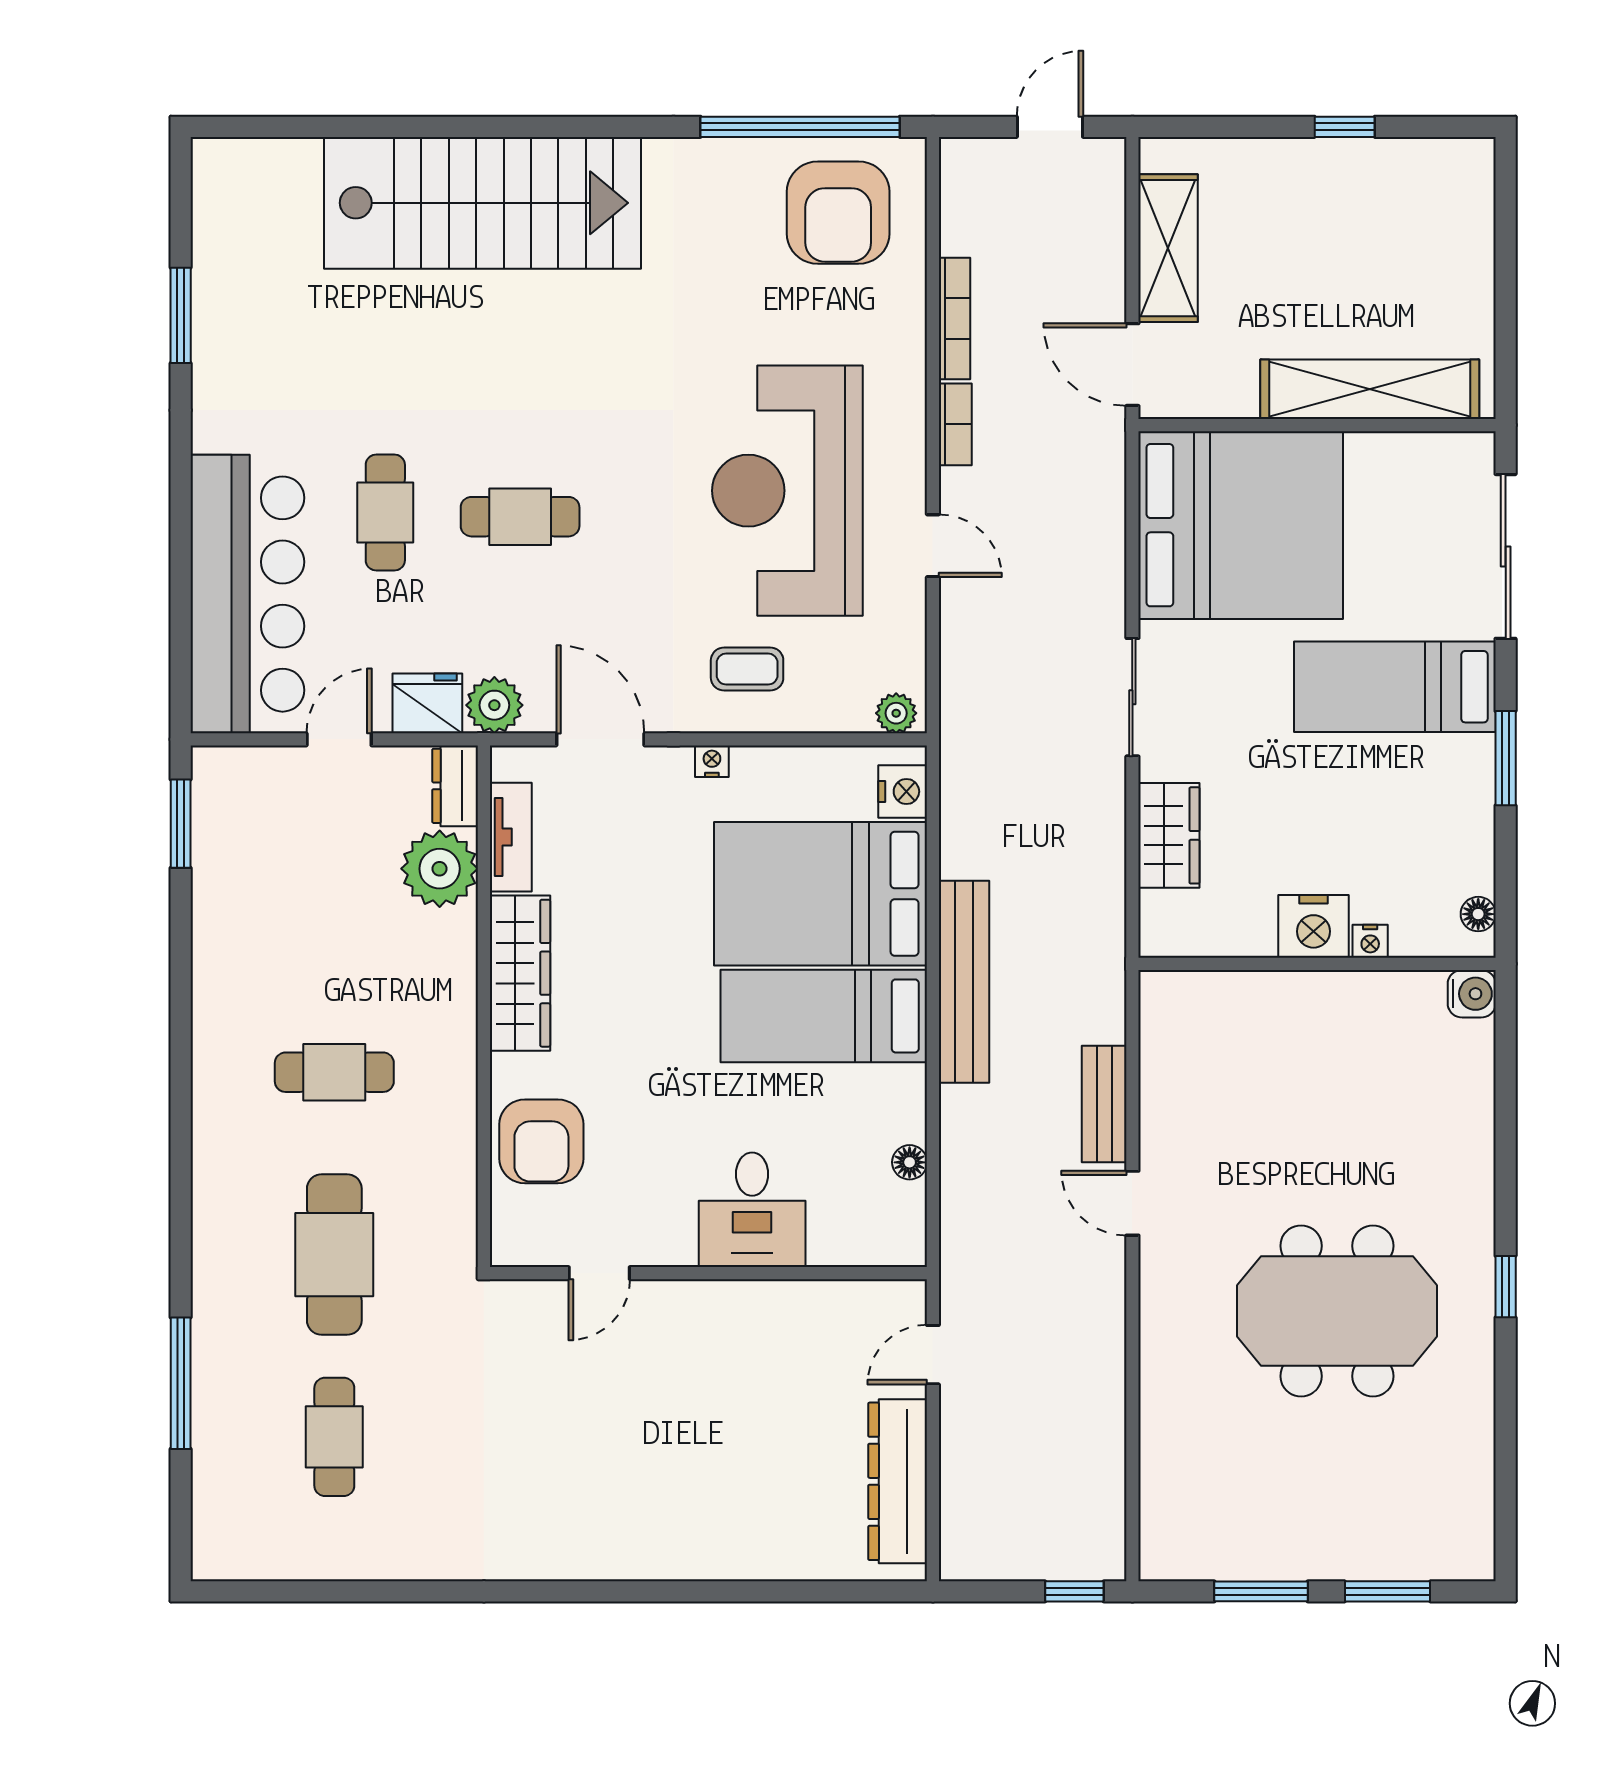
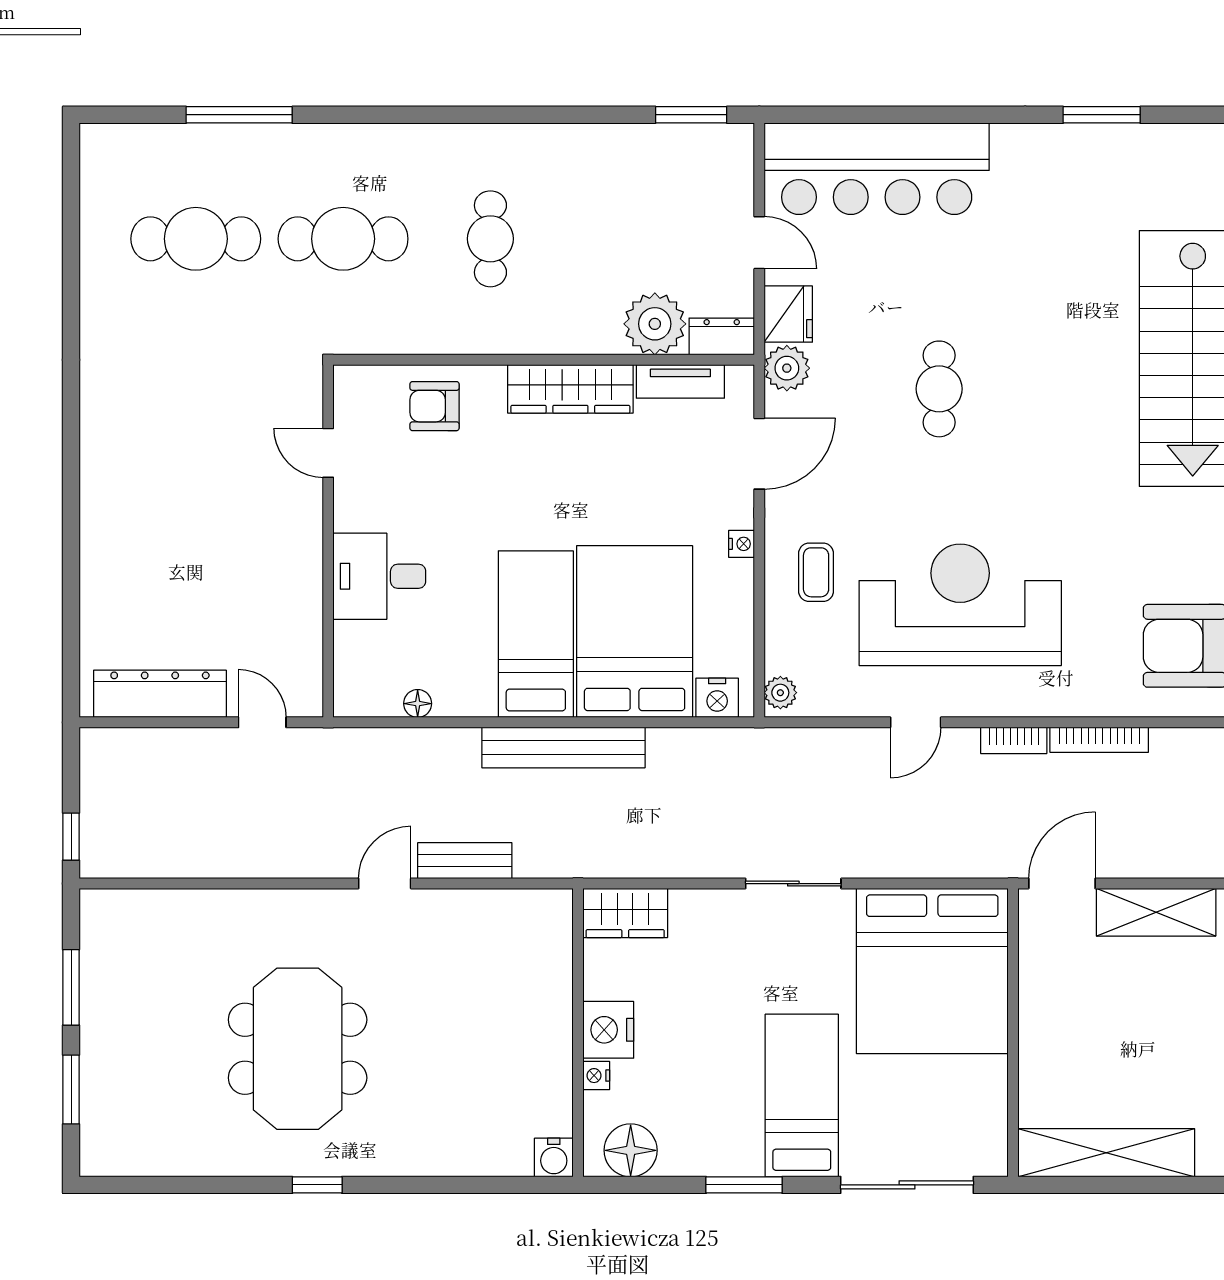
shelving: (1370, 389) -> (1106, 1153), moved, turned 90
cafe table: (385, 513) -> (942, 280), removed
wardrobe: (1169, 835) -> (625, 913), moved
floor lamp: (1478, 914) -> (631, 1150), width x1.89, depth x1.89
armchair: (541, 1141) -> (435, 406), width x0.72, depth x0.72
cafe table: (334, 1437) -> (196, 239), width x1.37, depth x1.35

